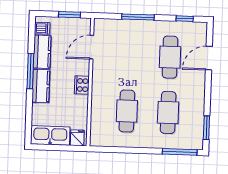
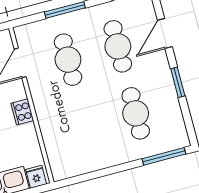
cafe table: (127, 111) -> (68, 60), moved
window: (206, 128) -> (178, 82), moved

